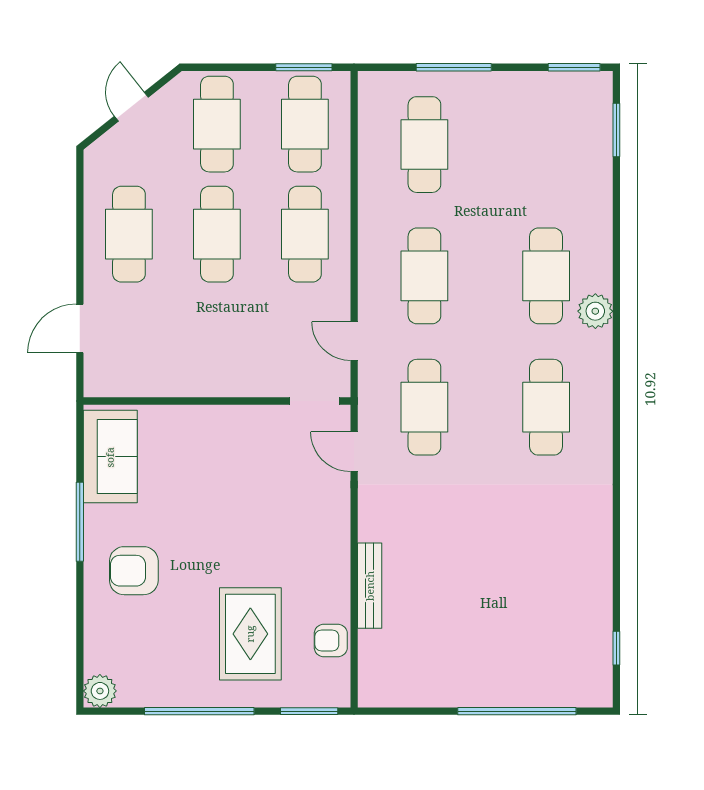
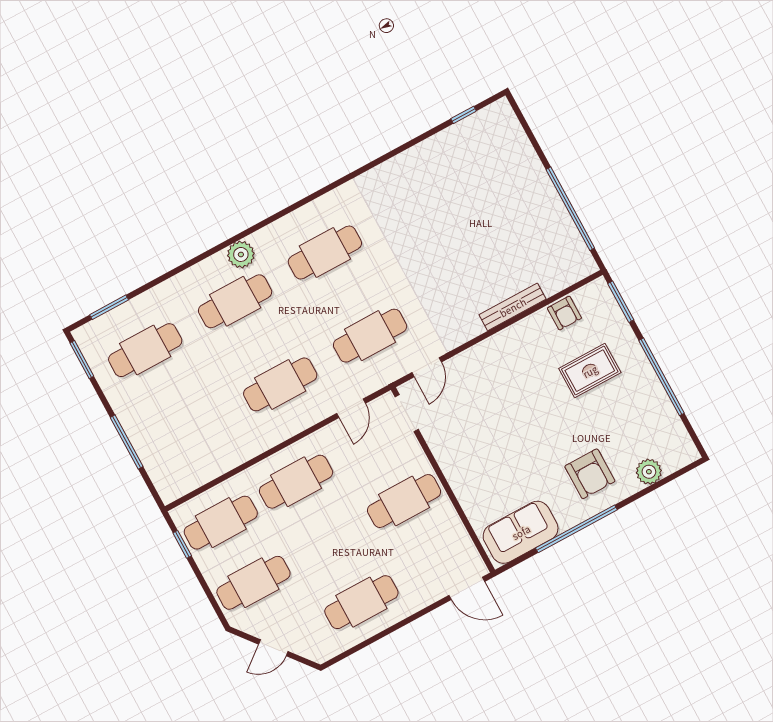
window: (304, 67) -> (182, 544), width x0.67
cafe table: (424, 145) -> (145, 350), moved
cafe table: (217, 234) -> (404, 501), moved
door: (80, 328) -> (467, 588), moved
window: (80, 522) -> (576, 529), width x1.46
rug: (250, 634) -> (590, 371), width x0.73, depth x0.70
plant: (100, 691) -> (649, 472), moved
window: (517, 711) -> (570, 209), moved

